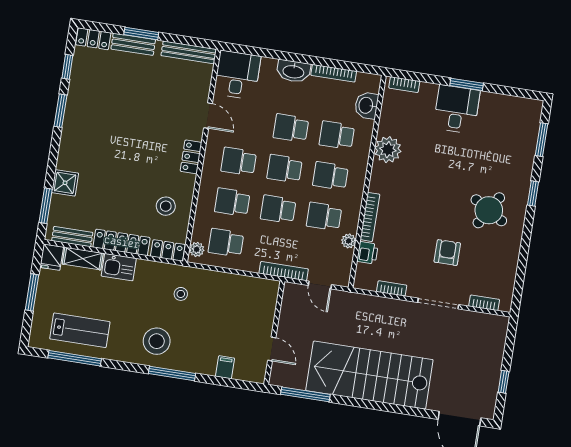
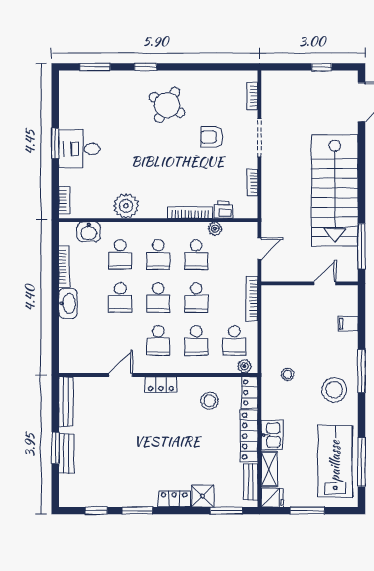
locker: (93, 39) -> (174, 499), moved, turned -90
desk: (237, 75) -> (79, 354), removed
bookcase: (284, 271) -> (252, 299), moved
lab bench: (80, 330) -> (335, 461), width x1.36, depth x1.39

